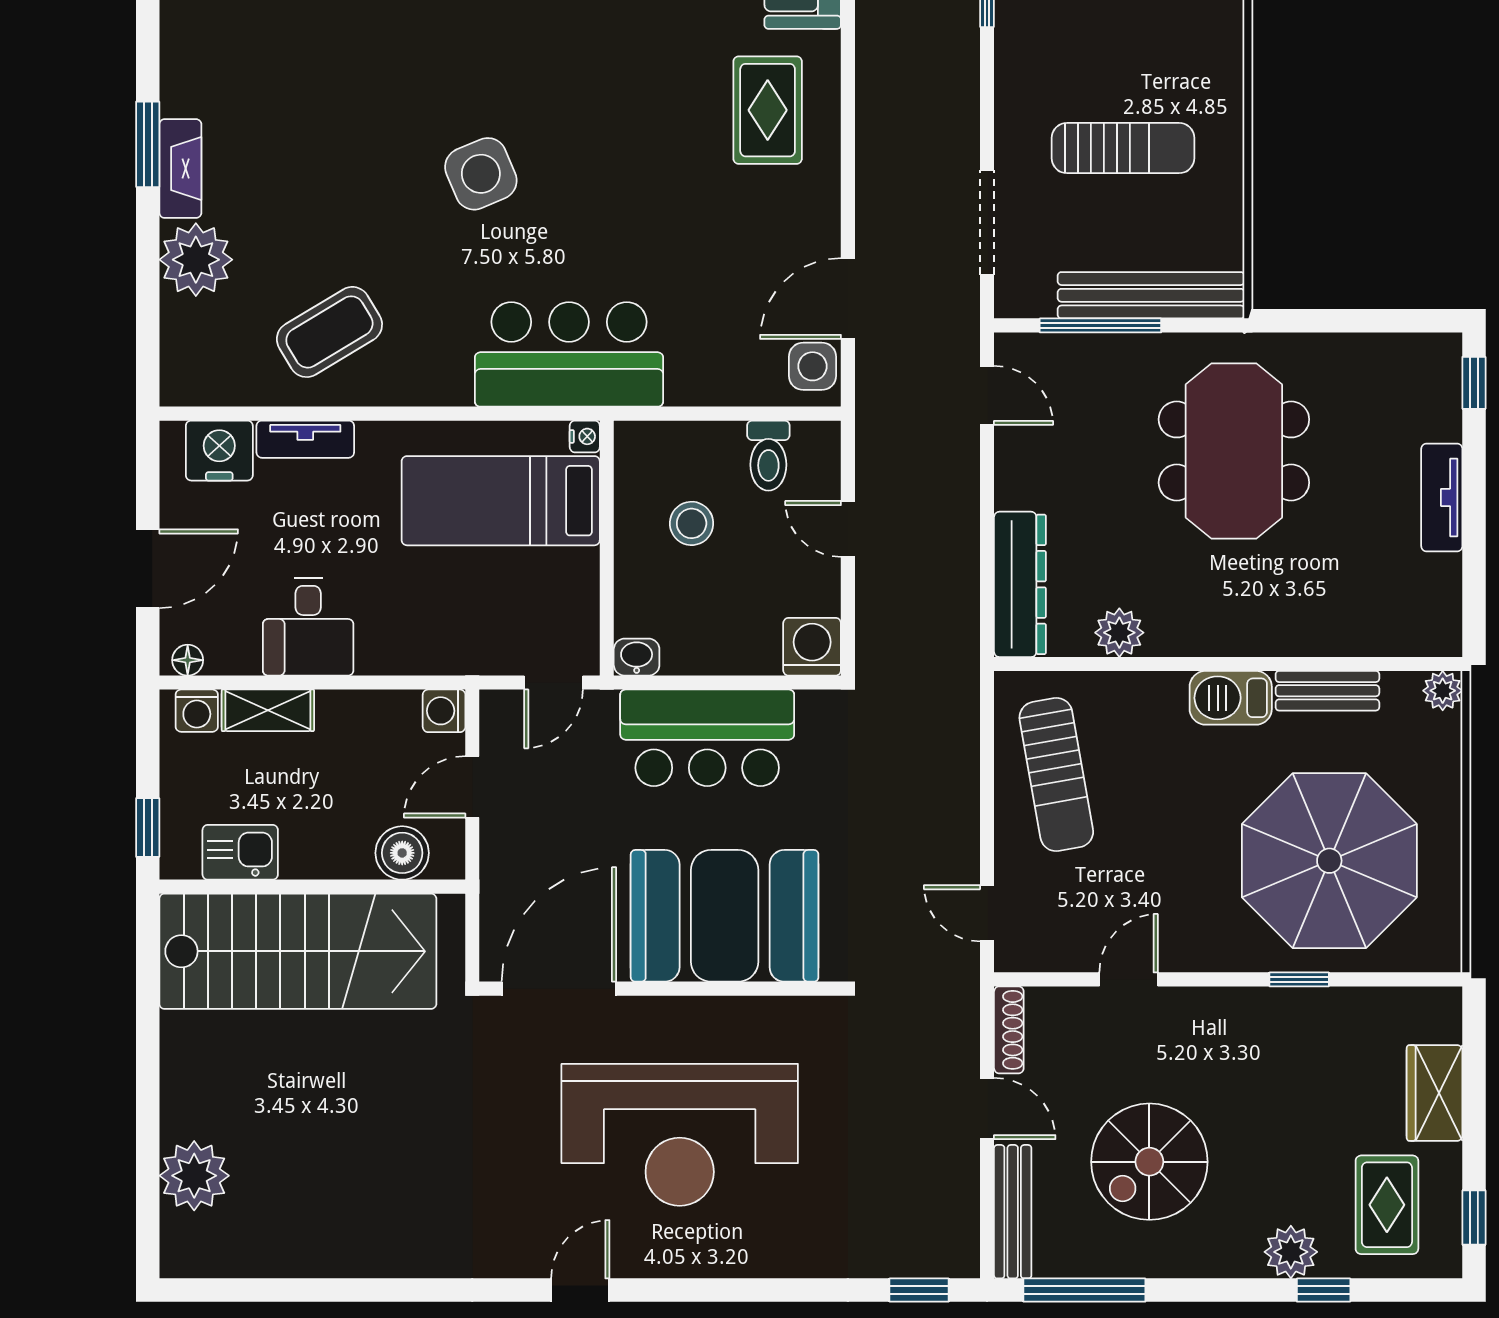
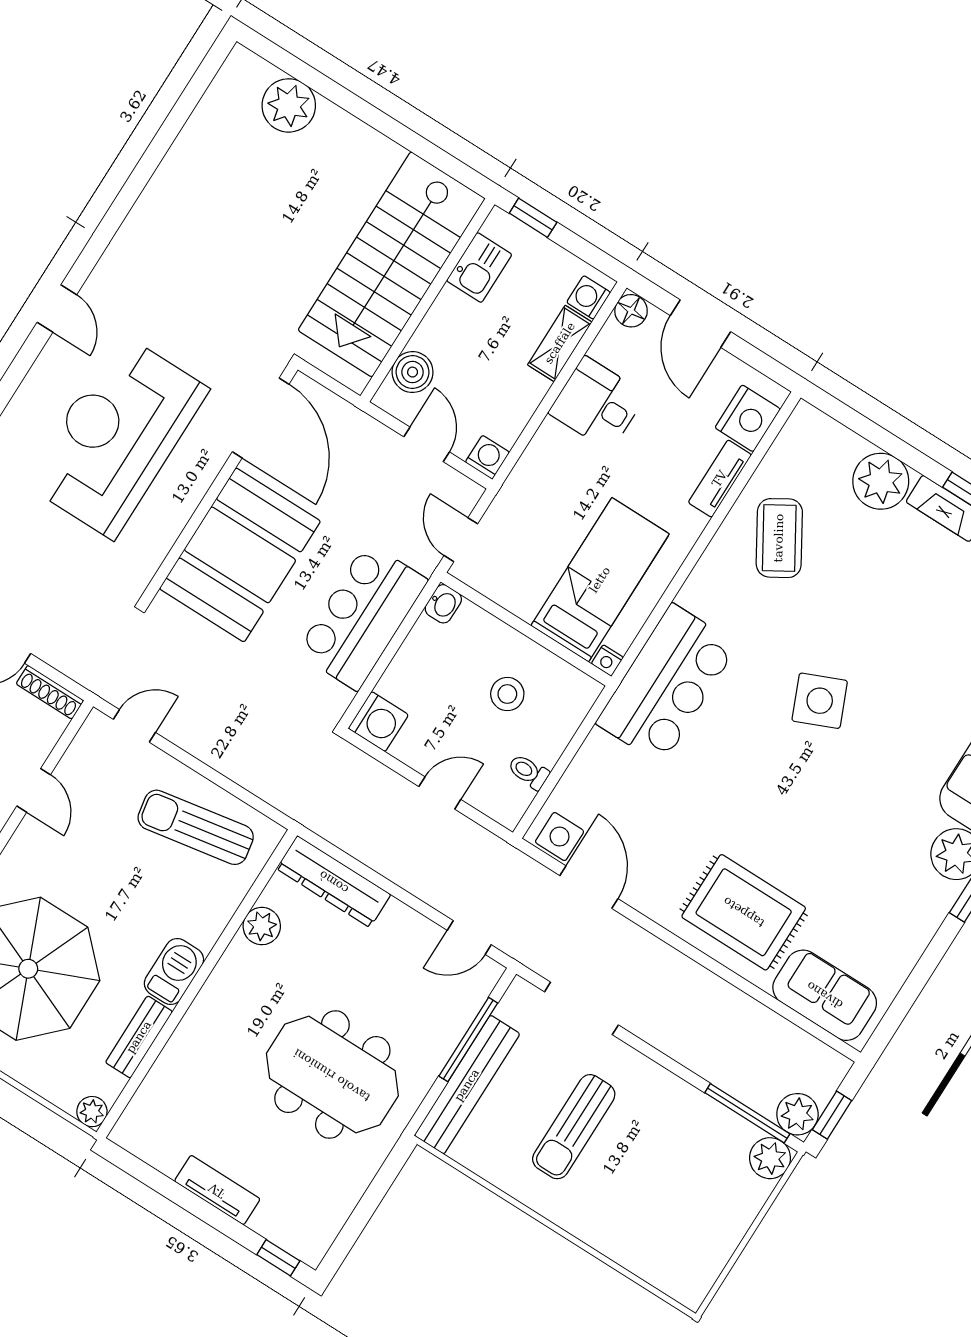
rug: (768, 110) -> (744, 912), width x1.36, depth x1.43
toilet: (768, 456) -> (528, 772), width x0.73, depth x0.72
floor lamp: (188, 660) -> (631, 311), width x1.37, depth x1.37

